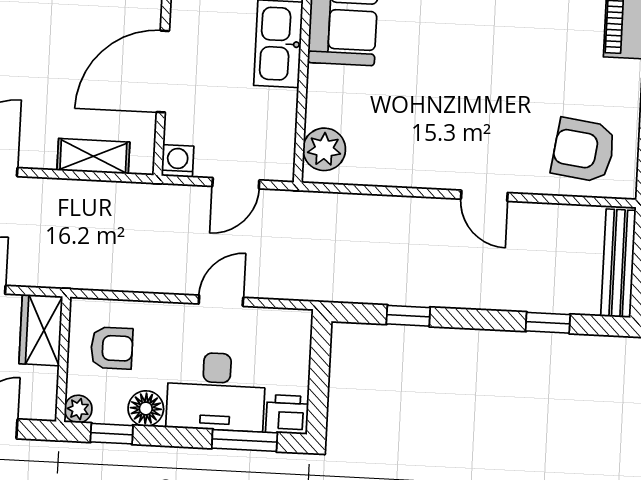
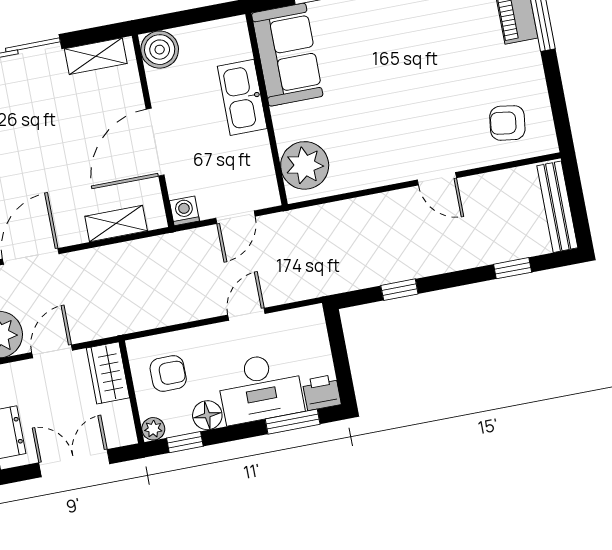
plant: (324, 149) -> (305, 165), width x1.36, depth x1.36
armchair: (584, 150) -> (507, 123), width x0.72, depth x0.72

